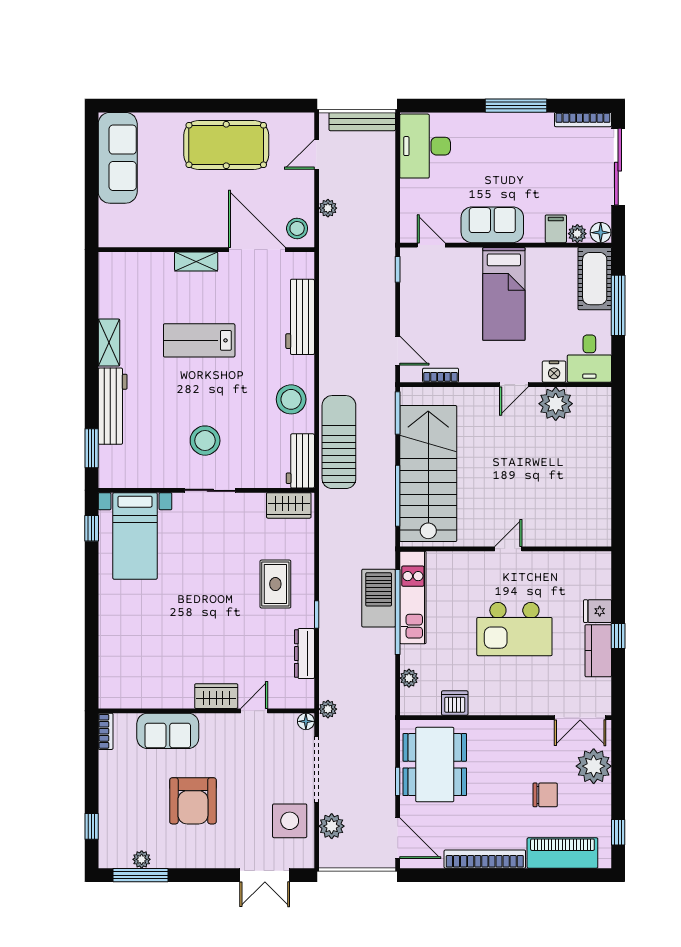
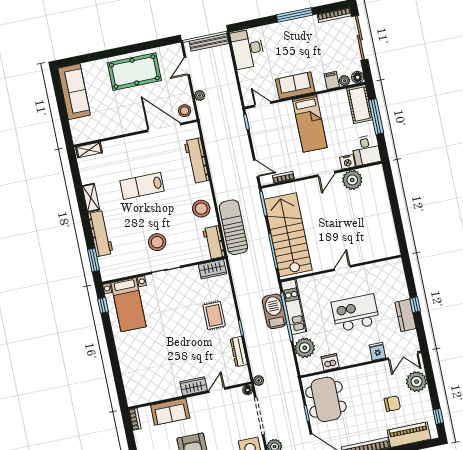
shelving: (196, 261) -> (89, 150), moved
fridge: (598, 611) -> (377, 351), moved, turned 90
kitchen island: (514, 629) -> (355, 313), turned 180
plant: (409, 678) -> (305, 348), width x1.88, depth x1.88

